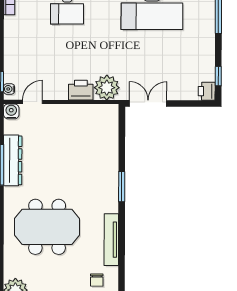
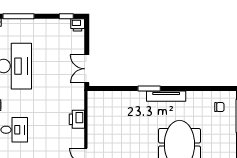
plant: (107, 88) -> (75, 100), removed
tv unit: (111, 240) -> (166, 96), moved

